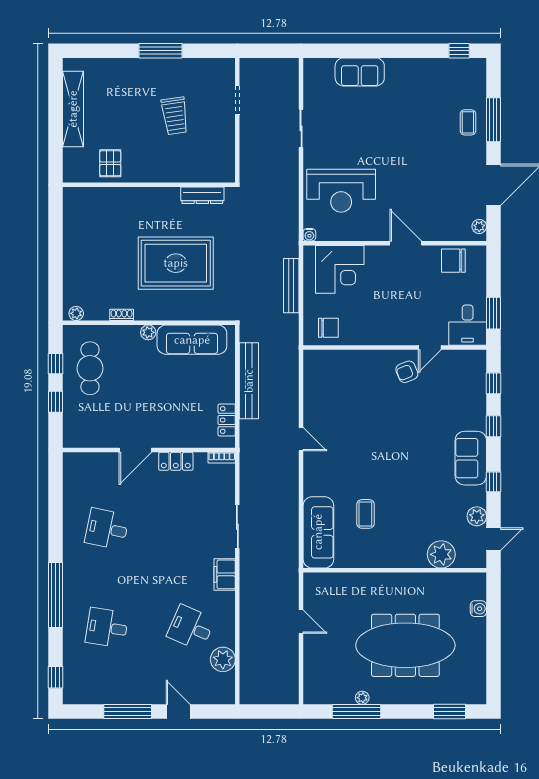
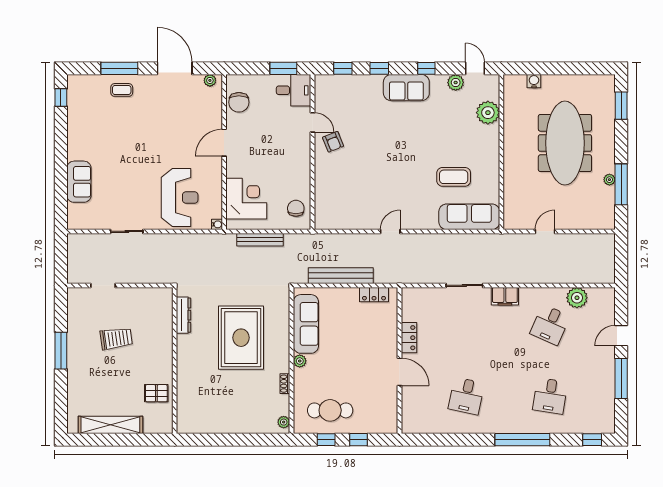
bookcase: (222, 458) -> (406, 299), removed
coffee table: (365, 514) -> (454, 177), width x1.36, depth x1.30

